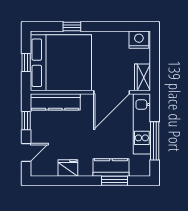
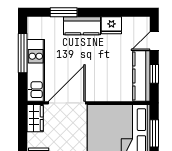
window: (26, 62) -> (154, 133), width x1.50
kitchen counter: (55, 102) -> (141, 76), moved, turned -90
kitchen counter: (111, 168) -> (82, 26), moved

